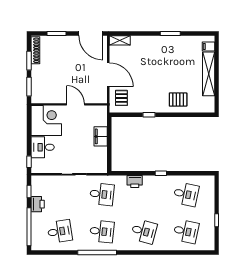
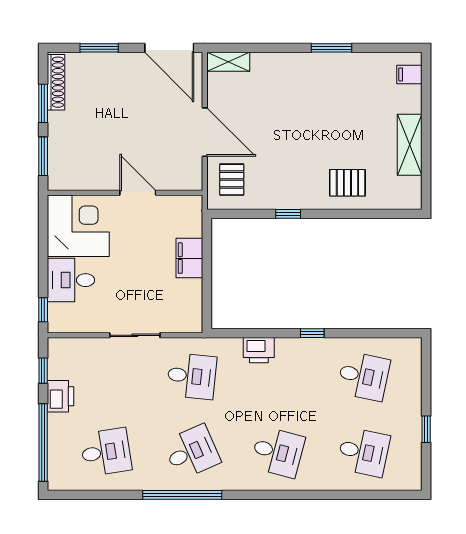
shelving: (209, 74) -> (410, 145), width x0.68
desk: (102, 231) -> (192, 452), turned -30

